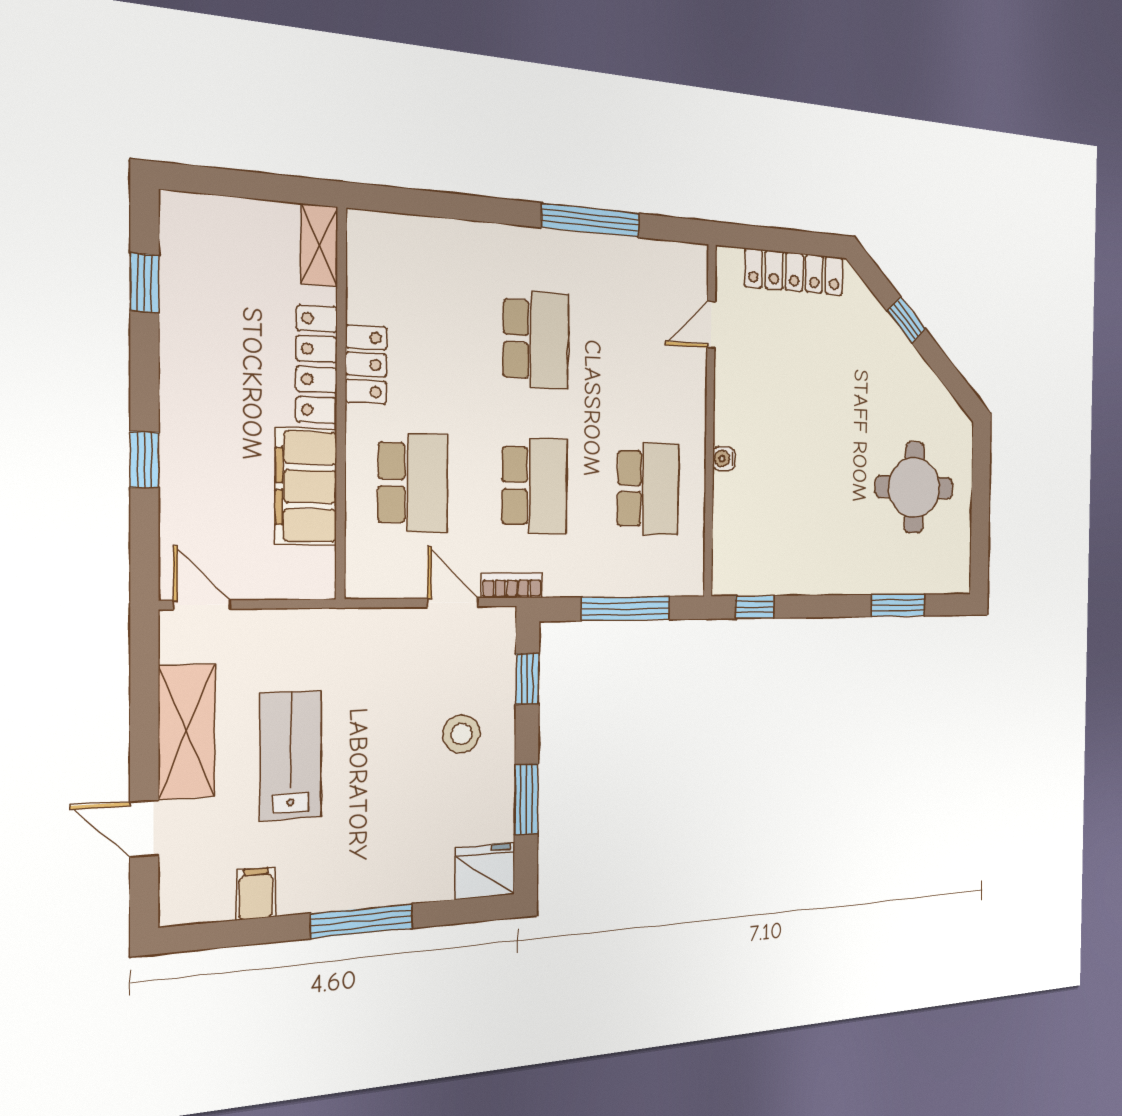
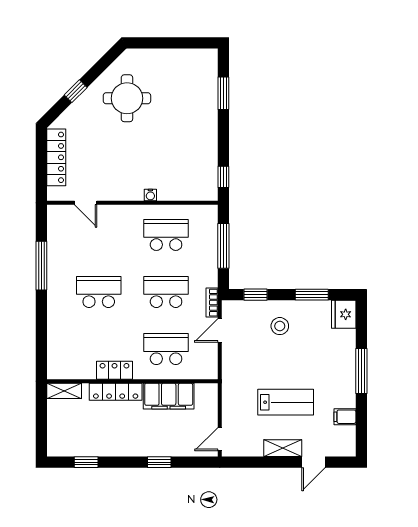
round table: (914, 487) -> (127, 98), moved
shelving: (187, 731) -> (283, 448), width x0.67, depth x0.75
lab bench: (291, 755) -> (286, 402), turned 180

